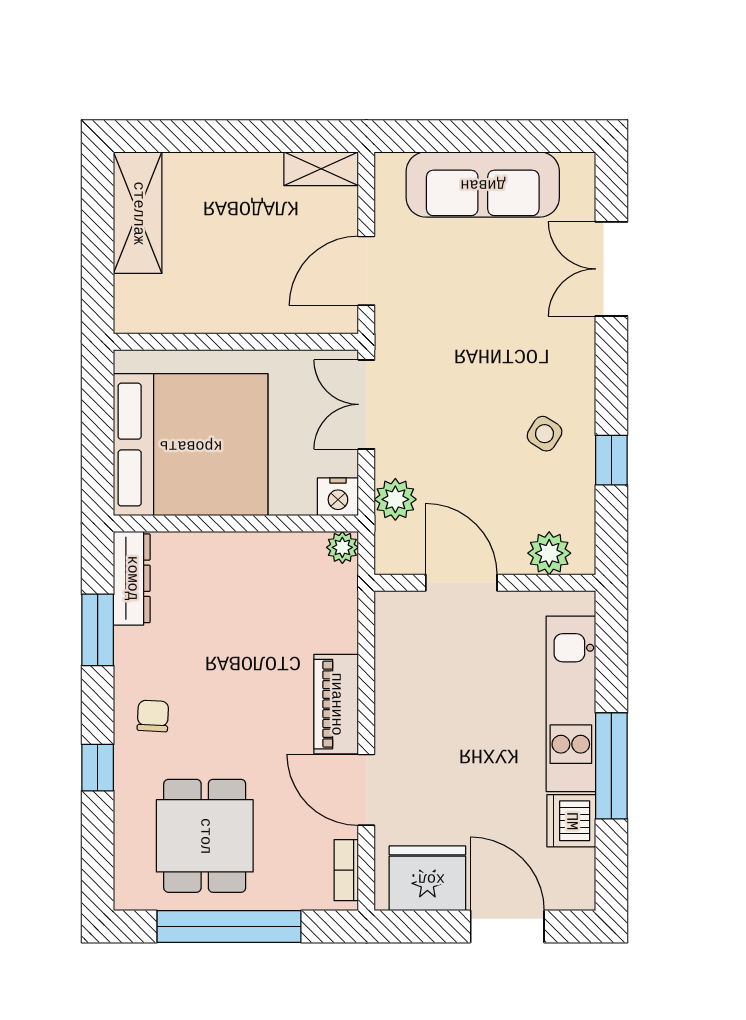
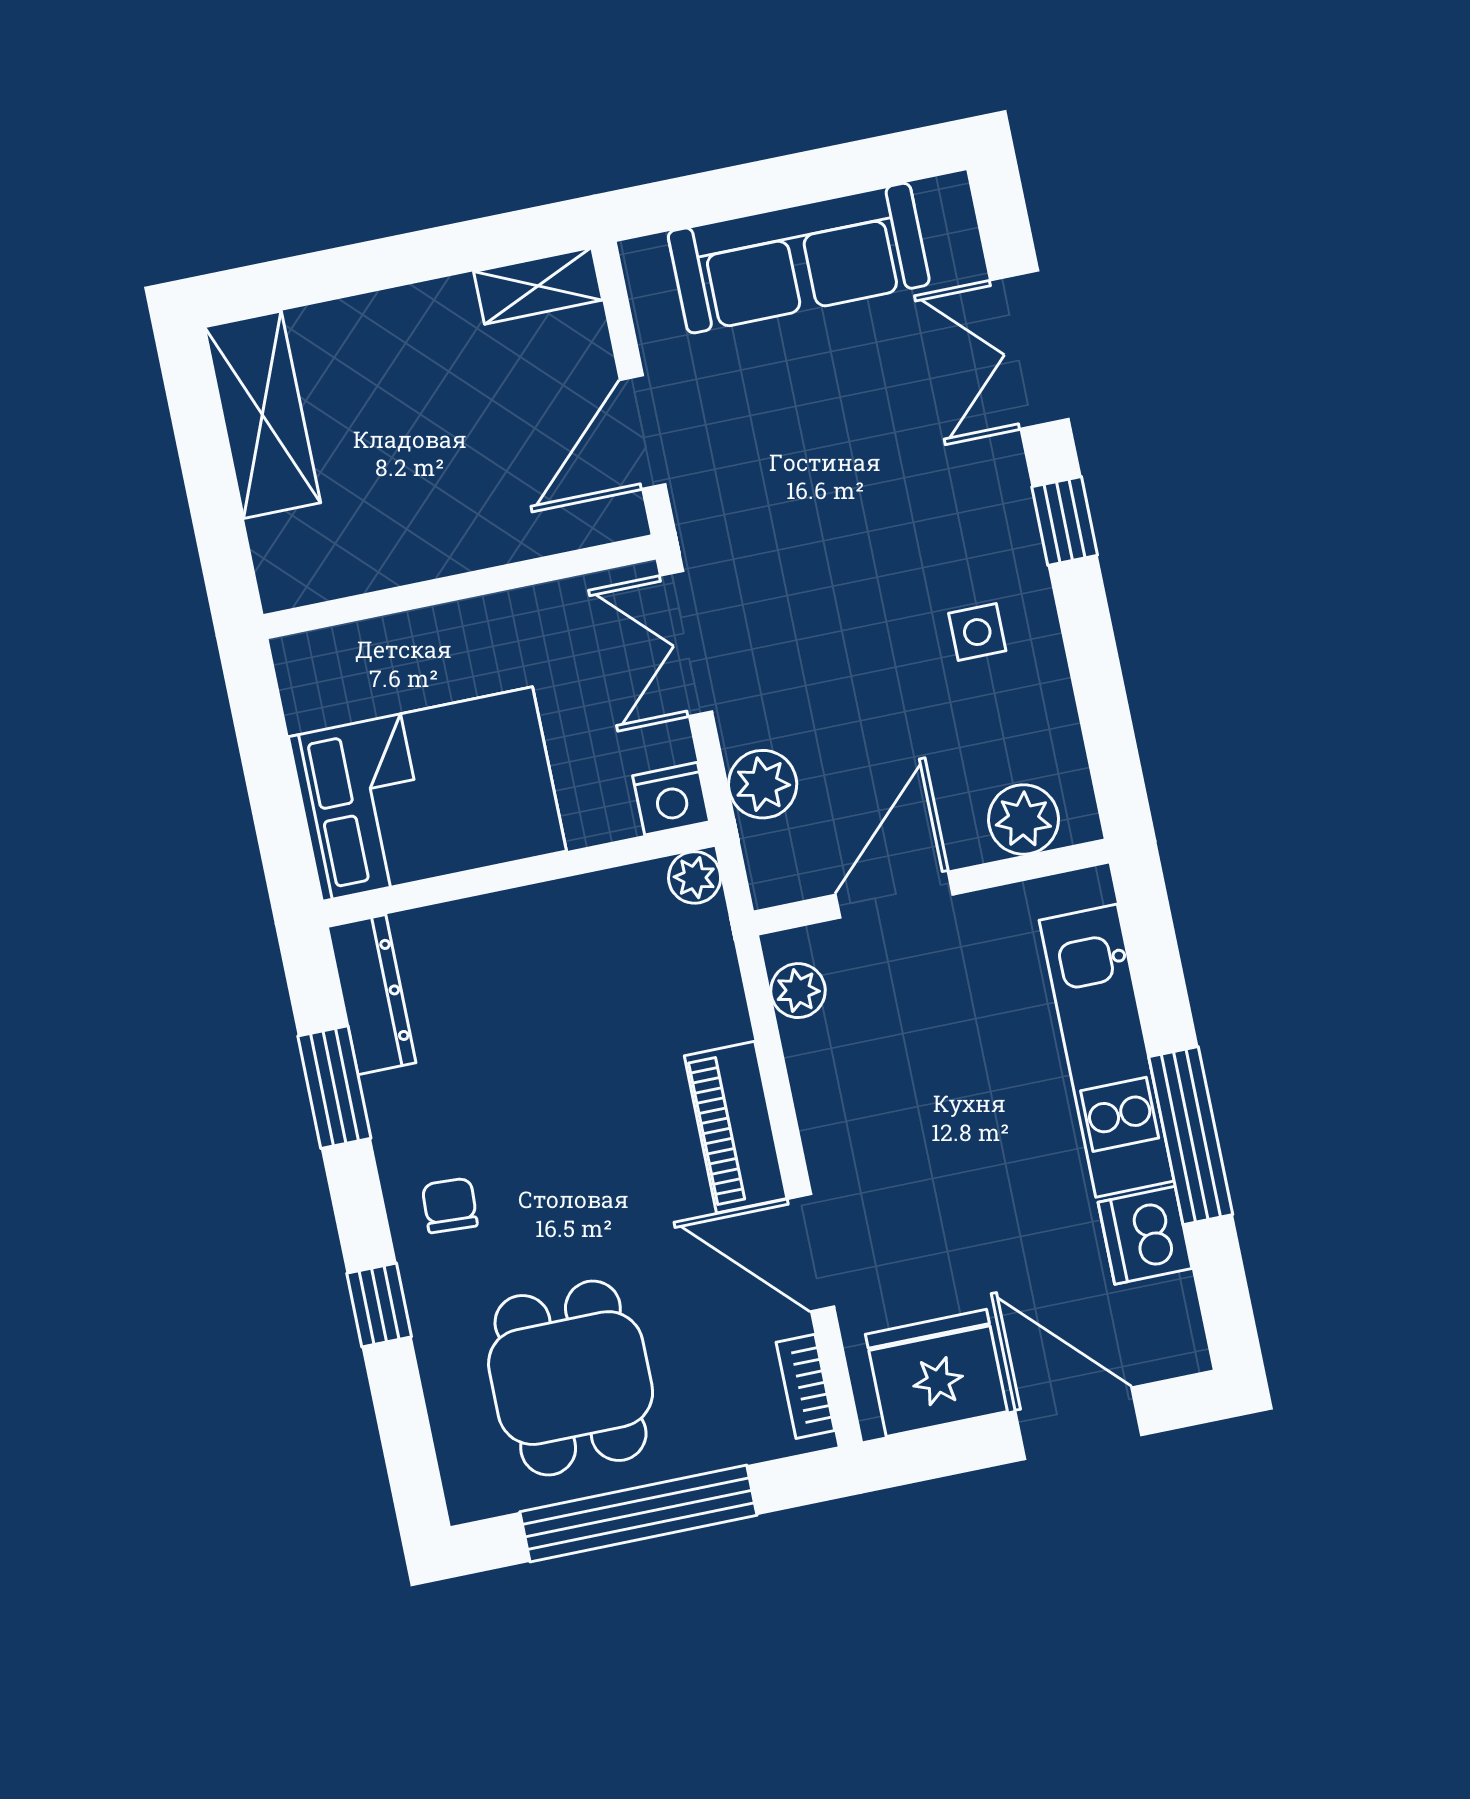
side table: (545, 434) -> (977, 632), turned -32
bed: (191, 445) -> (427, 794), width x0.73
window: (611, 460) -> (1065, 521), moved
door: (461, 583) -> (894, 895), hinge flipped
plant: (391, 629) -> (798, 991), added

